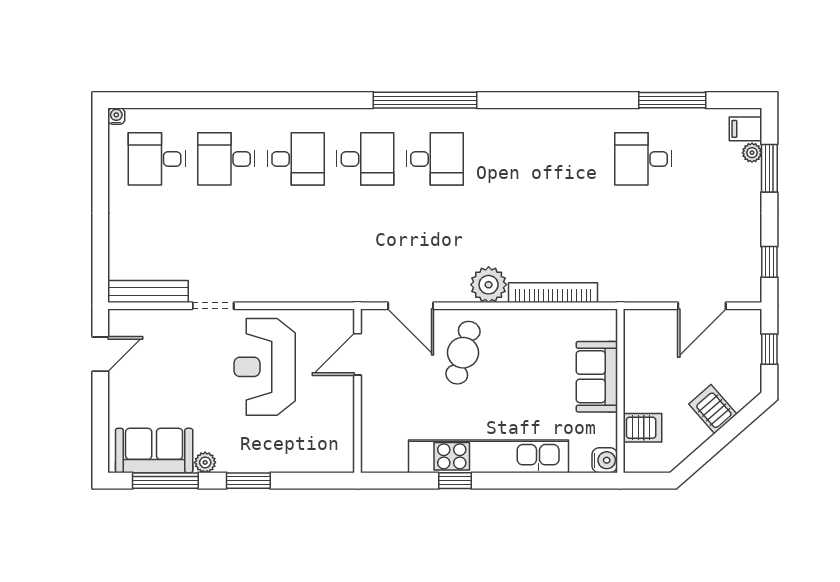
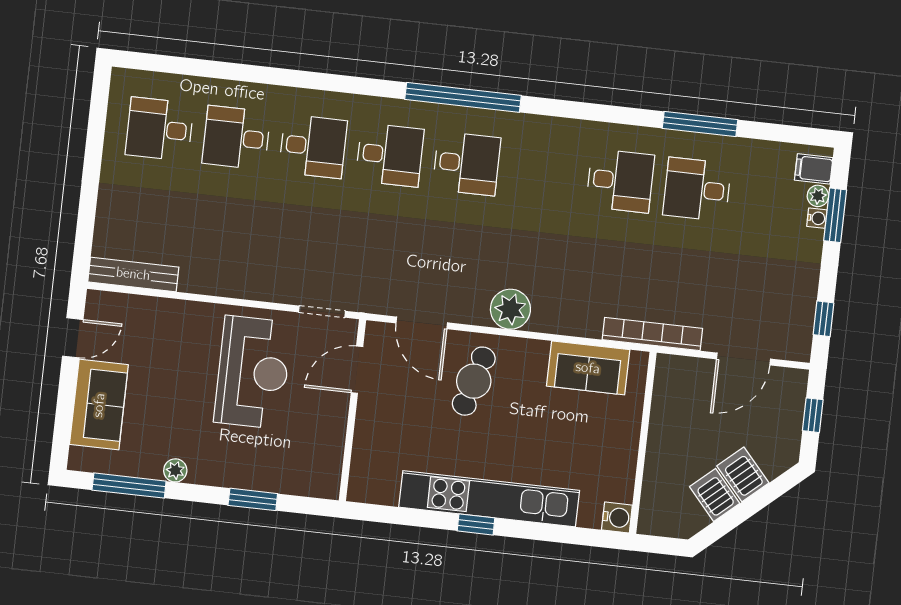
window: (672, 100) -> (700, 124), moved
water cooler: (116, 116) -> (817, 218), moved, turned 90
desk: (574, 159) -> (620, 181), added
bookcase: (553, 293) -> (652, 334), moved
doorway: (213, 306) -> (322, 312), moved
reception desk: (265, 367) -> (253, 372), turned 180
sofa: (597, 377) -> (588, 368), moved, turned -90
server rack: (643, 428) -> (715, 495), moved, turned -131
sofa: (154, 451) -> (99, 405), moved, turned 90
window: (248, 481) -> (253, 499), moved
window: (455, 481) -> (476, 524), moved

